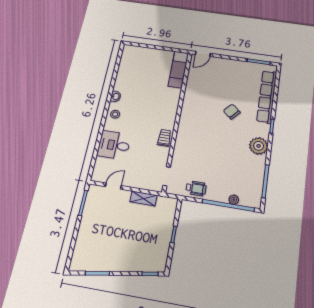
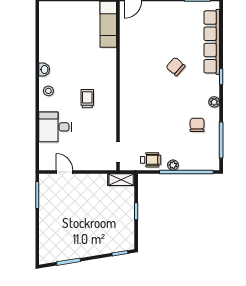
trolley: (164, 138) -> (87, 99), moved
plant: (259, 146) -> (214, 102), width x0.53, depth x0.53
chair: (244, 164) -> (197, 125), added
door: (113, 186) -> (65, 172), hinge flipped
shelving: (143, 198) -> (121, 180), moved
plant: (234, 200) -> (173, 165), moved

